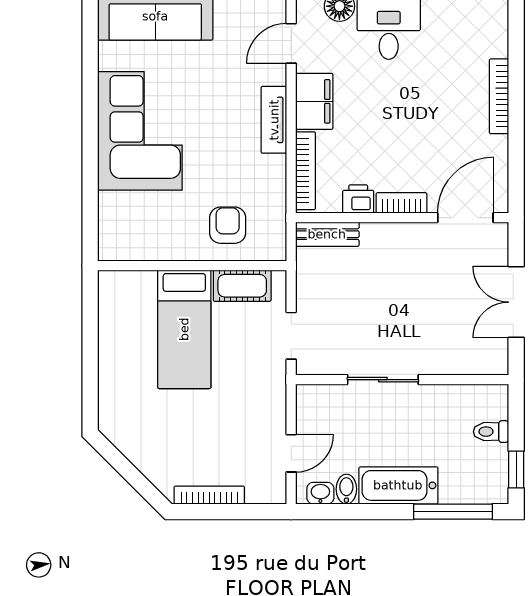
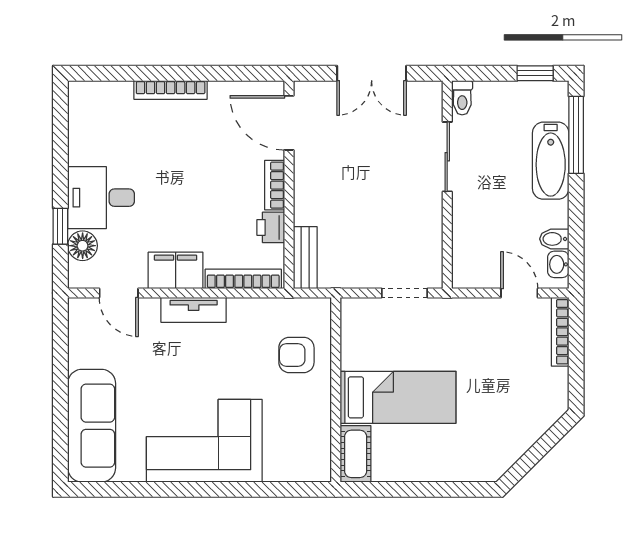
cot: (242, 286) -> (356, 454), moved
sliding door: (383, 380) -> (447, 157), moved
toilet: (491, 432) -> (462, 98), moved
bathtub: (398, 485) -> (551, 161), moved
bookcase: (209, 495) -> (560, 332), moved

